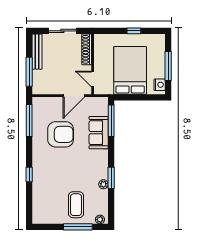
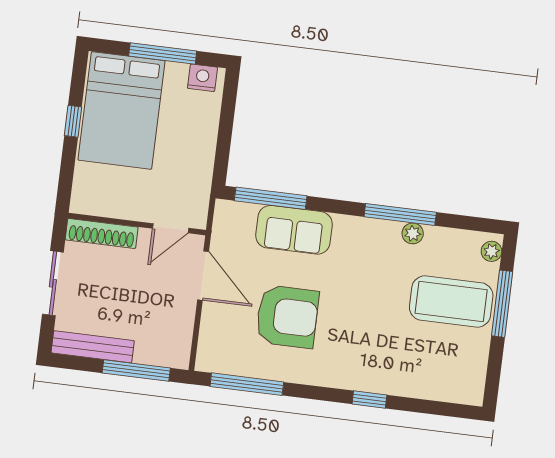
bed: (130, 70) -> (122, 110), moved, turned -90
armchair: (61, 134) -> (287, 317), turned 90
window: (111, 178) -> (400, 214), width x1.44
coffee table: (76, 205) -> (451, 302), width x1.36, depth x1.32

